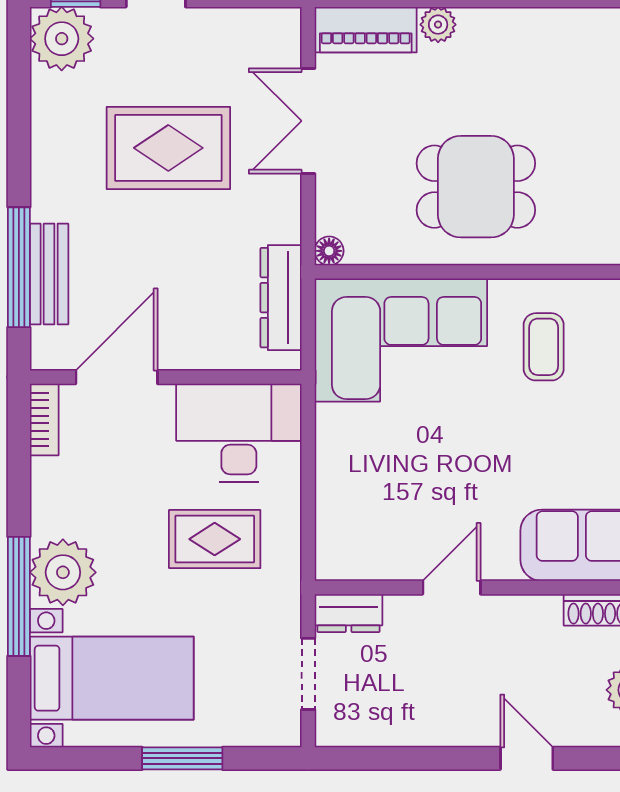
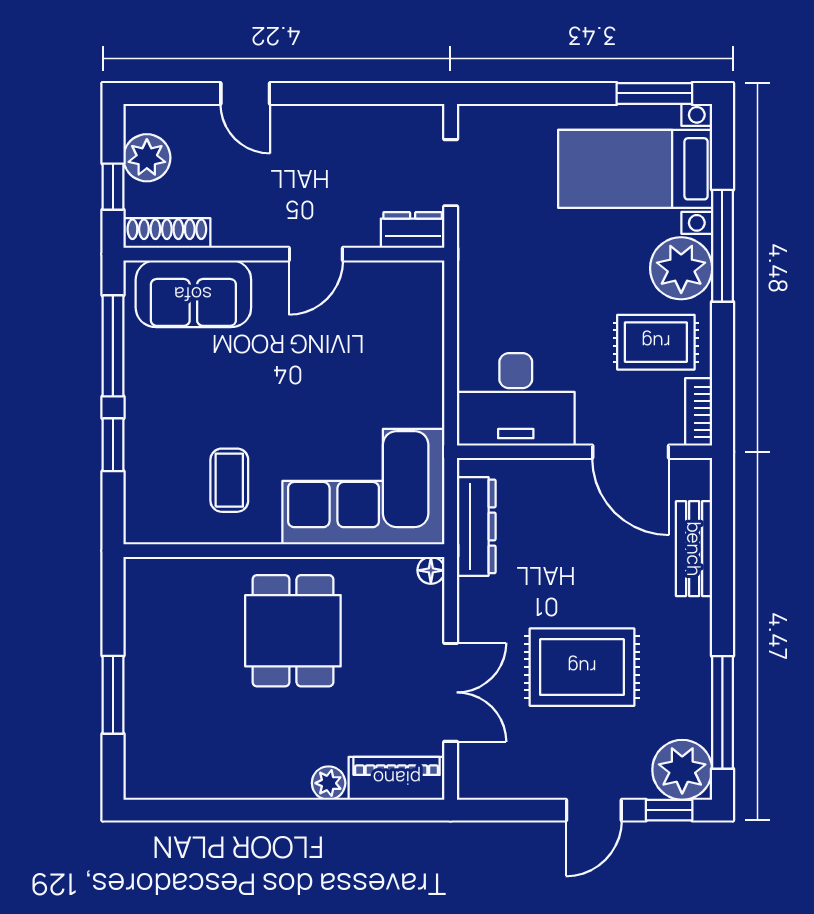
dining table: (476, 187) -> (293, 631), turned 90
window: (19, 267) -> (722, 712), moved
door: (117, 377) -> (631, 452), hinge flipped
rug: (215, 539) -> (656, 342), moved
window: (182, 758) -> (654, 93), moved

